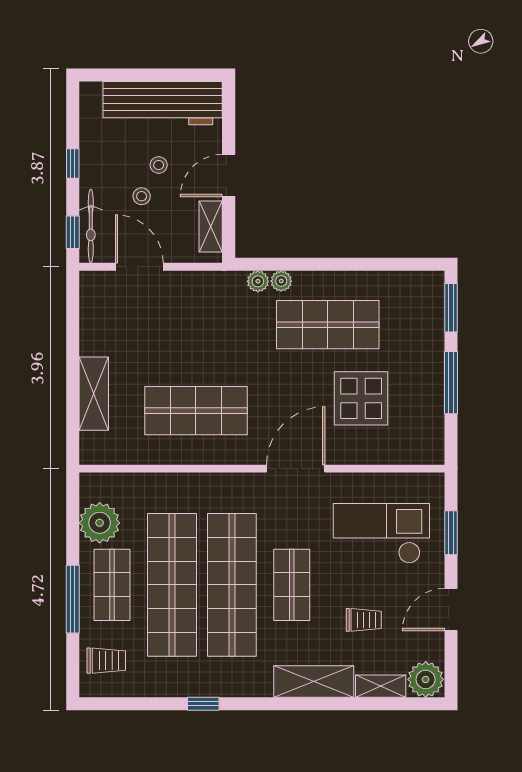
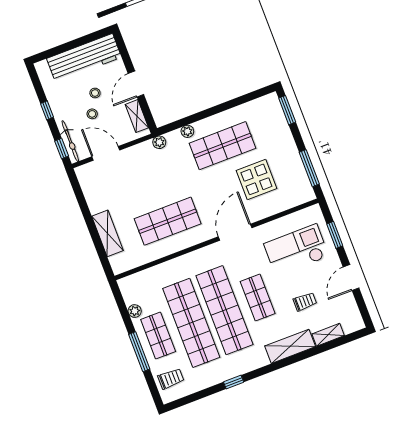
plant: (258, 281) -> (159, 142), moved
window: (451, 383) -> (309, 168), moved
plant: (100, 523) -> (135, 311), width x0.53, depth x0.53
plant: (426, 679) -> (352, 322), removed

